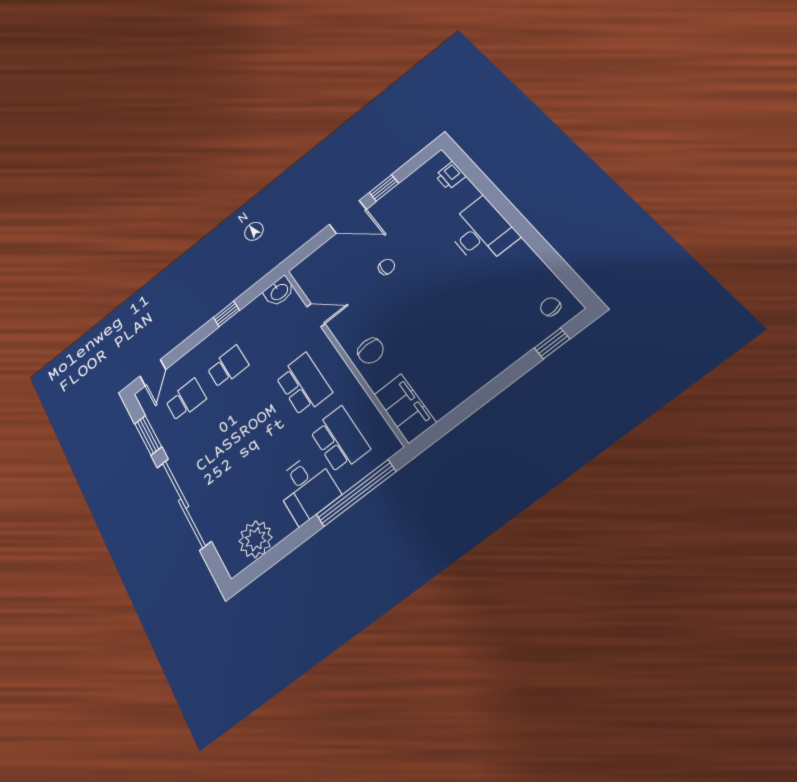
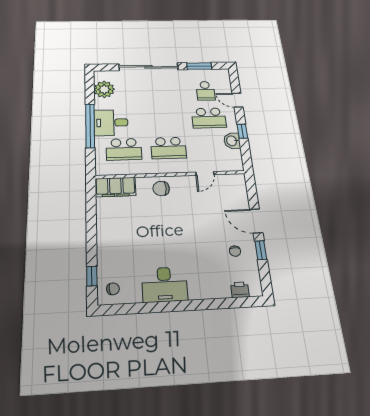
door: (348, 217) -> (256, 221), hinge flipped
desk: (481, 232) -> (164, 284), moved
chair: (386, 267) -> (235, 251), moved
washbasin: (279, 292) -> (232, 141), moved
school desk: (228, 367) -> (209, 118), width x1.85
door: (153, 373) -> (237, 100), moved
window: (356, 493) -> (90, 126), moved

